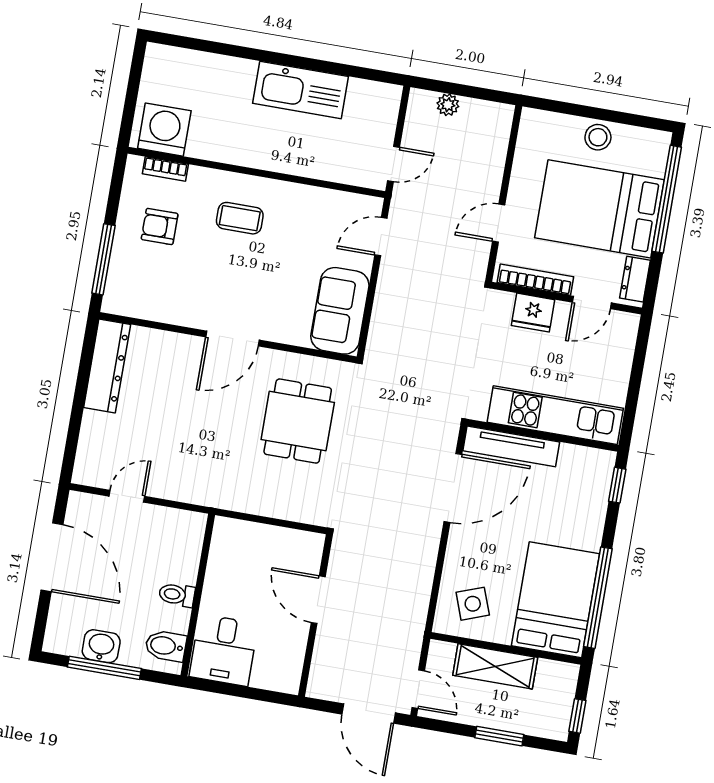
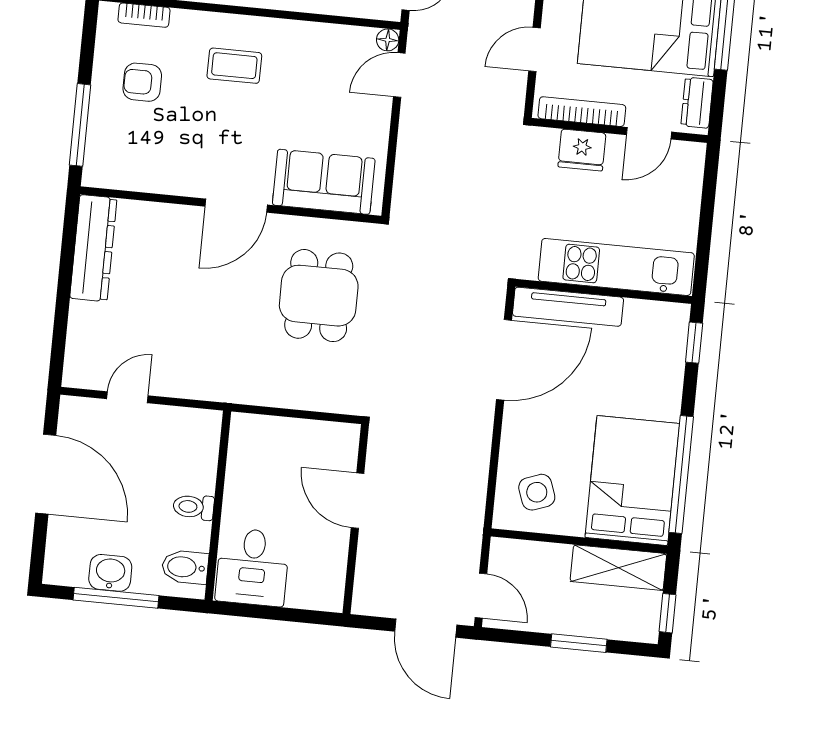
floor lamp: (373, 206) -> (388, 40), added
sofa: (340, 311) -> (324, 182), moved, turned 90
shelving: (495, 666) -> (618, 568), moved

